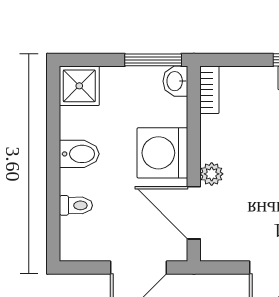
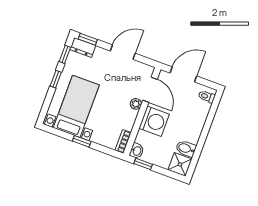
window: (153, 60) -> (143, 164), width x0.67
bidet: (79, 154) -> (186, 148), moved
toilet: (76, 205) -> (207, 97), moved

